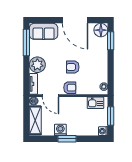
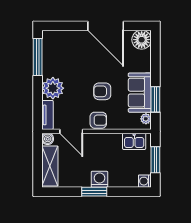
sofa: (44, 31) -> (140, 93), moved, turned 90
window: (111, 41) -> (155, 99), moved
washing machine: (60, 130) -> (99, 179), moved

